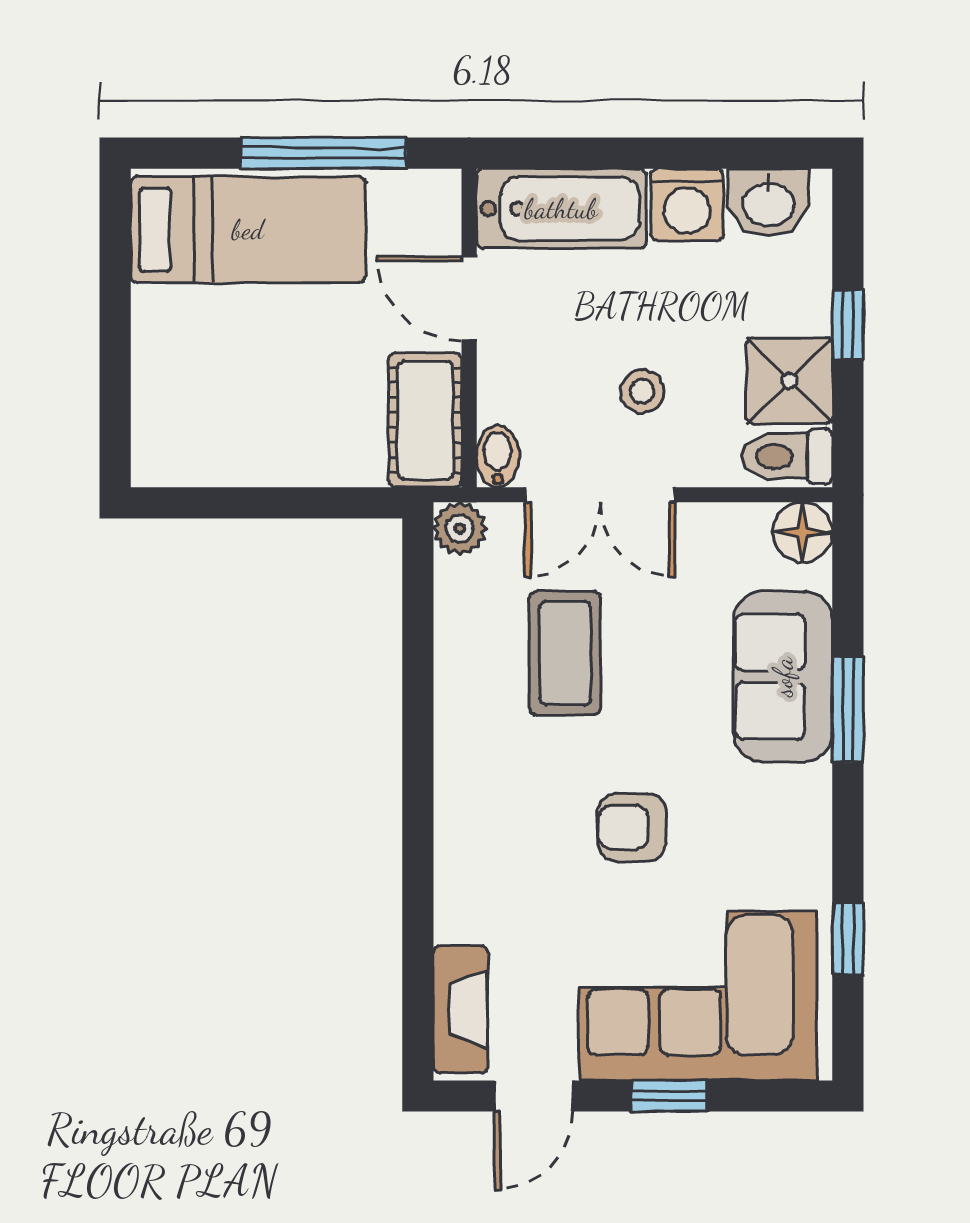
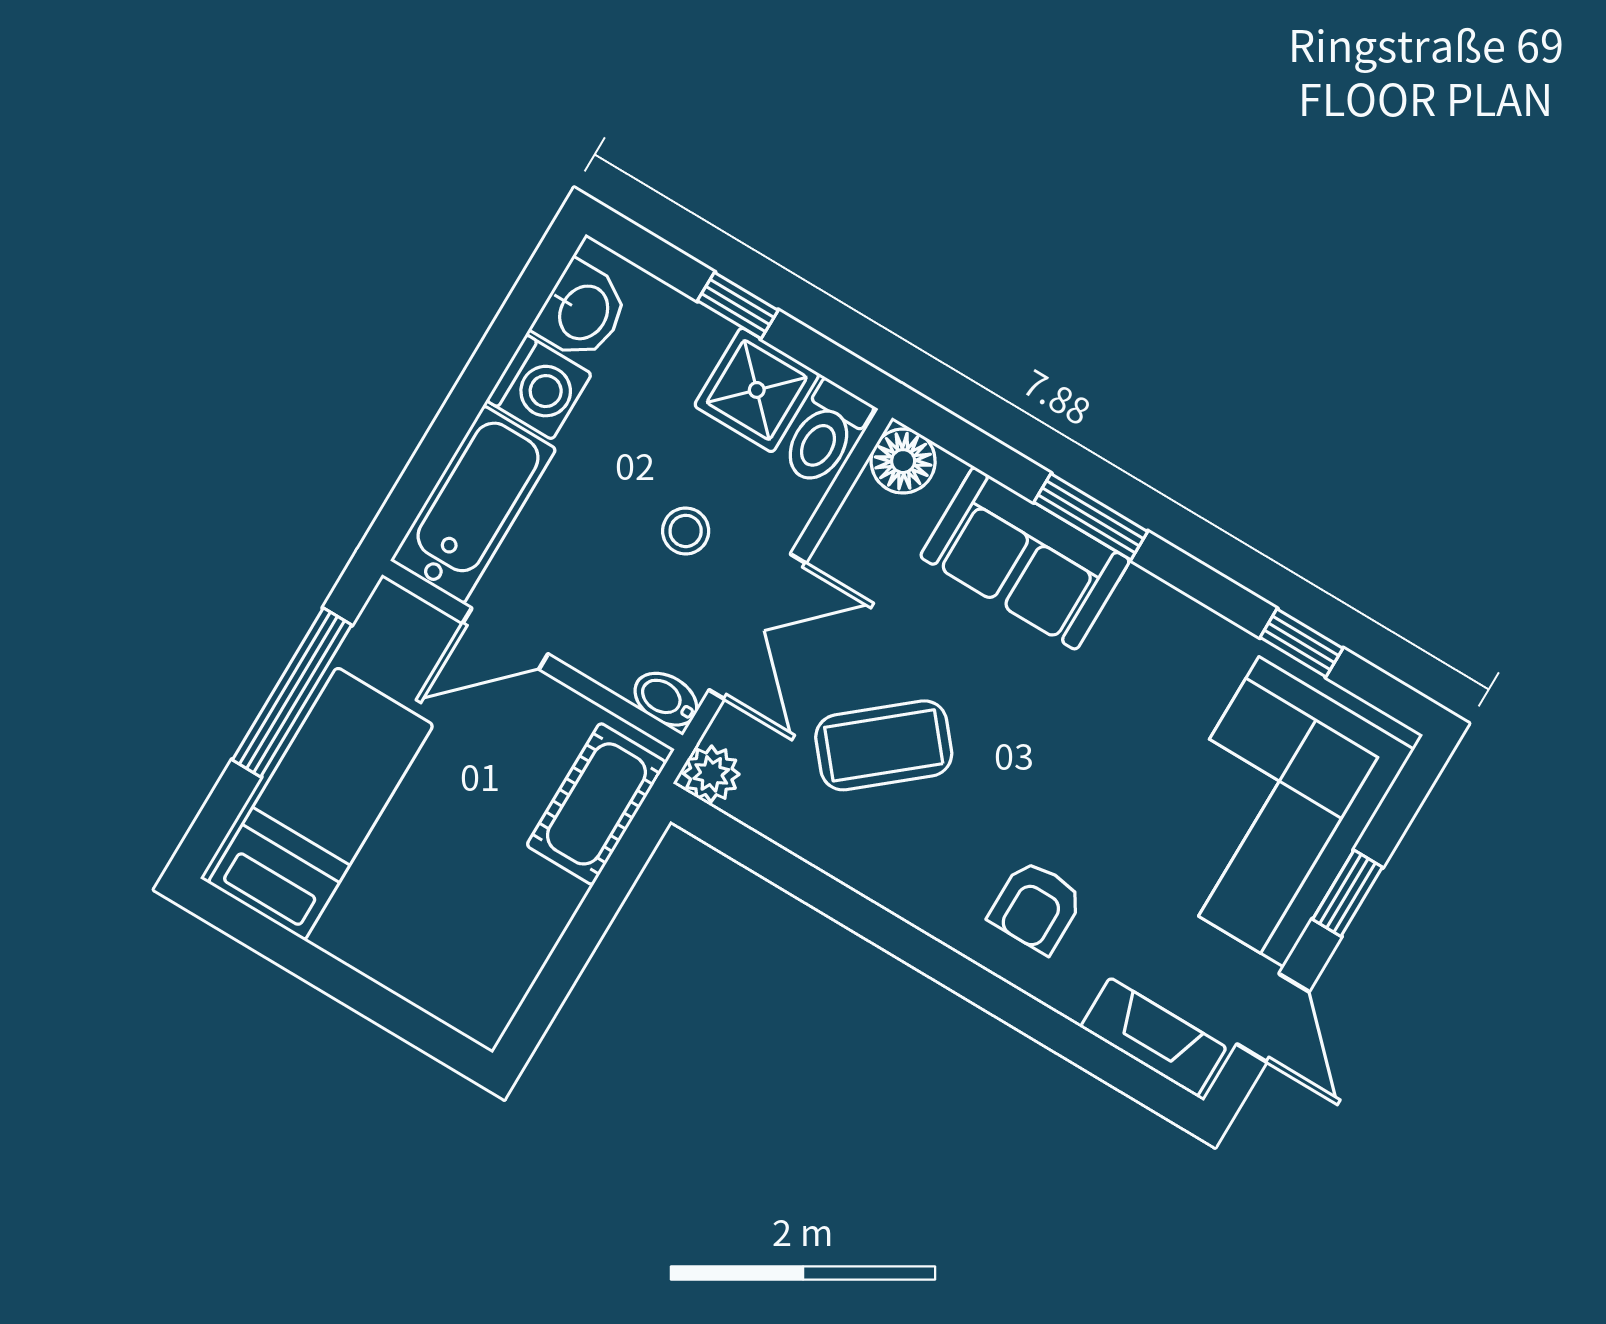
cot: (425, 420) -> (596, 804), moved, turned 90
coffee table: (565, 653) -> (884, 745), turned -40
armchair: (632, 827) -> (1036, 907), moved

